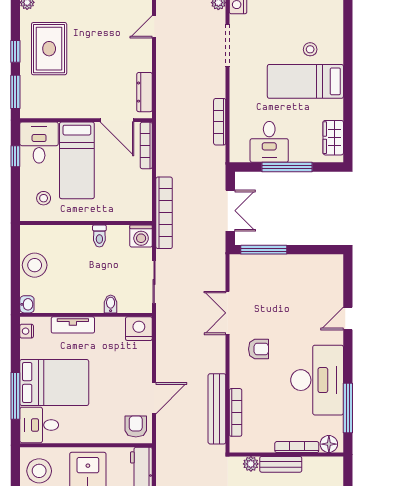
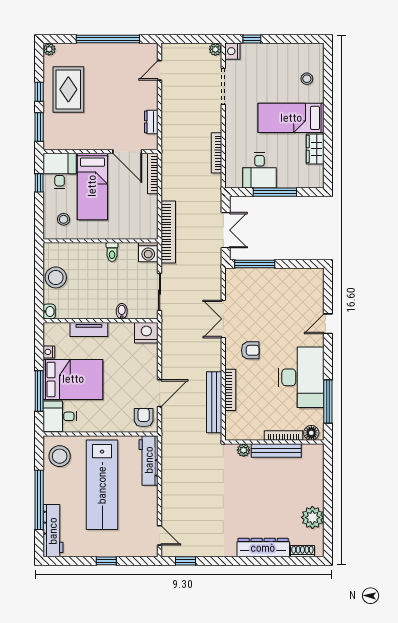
stool: (310, 49) -> (307, 79), moved
dresser: (145, 92) -> (151, 122), width x0.70
wardrobe: (333, 138) -> (315, 149), moved
nightstand: (27, 331) -> (49, 352), moved
bookcase: (236, 412) -> (230, 390), moved
bench: (281, 464) -> (276, 450), width x1.36

